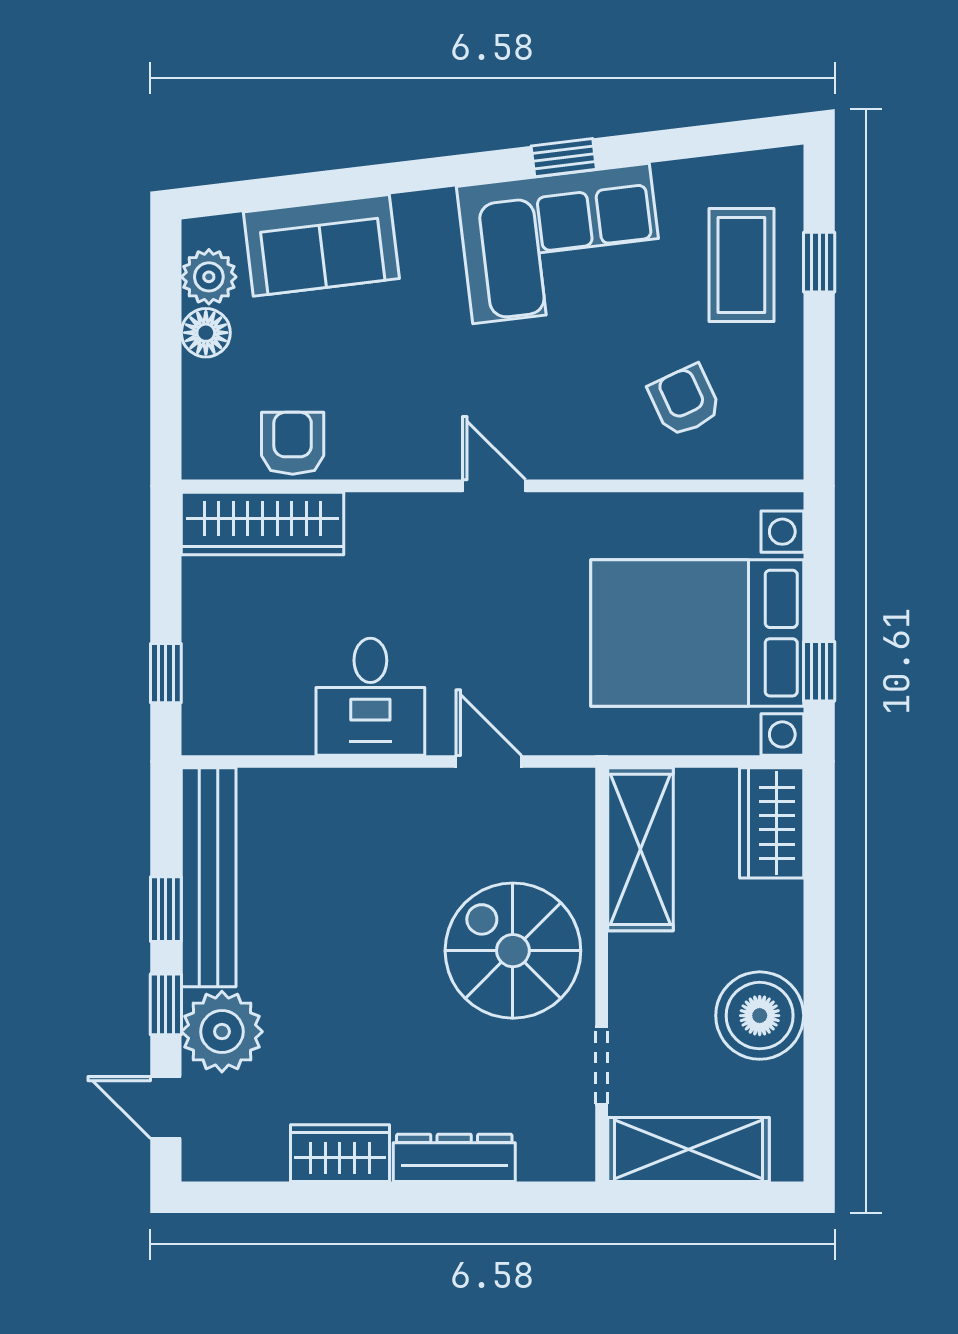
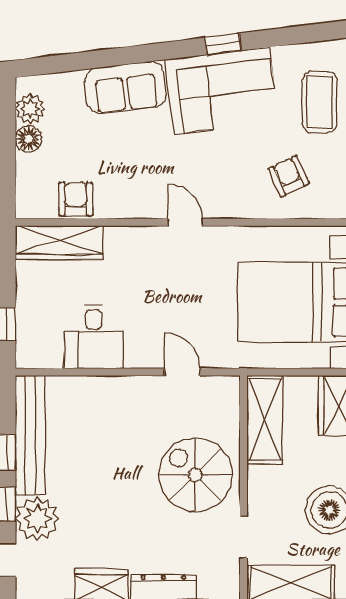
sofa: (321, 245) -> (125, 87), moved
desk: (370, 697) -> (94, 337), moved

